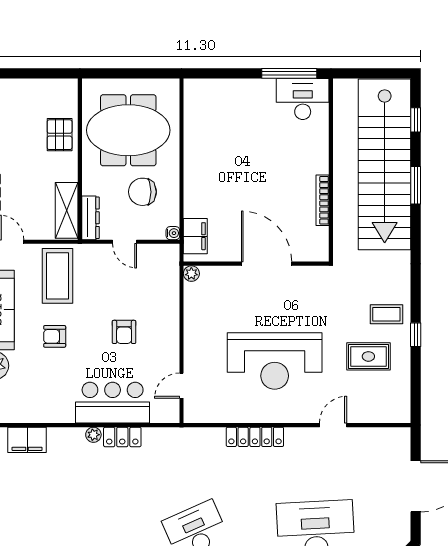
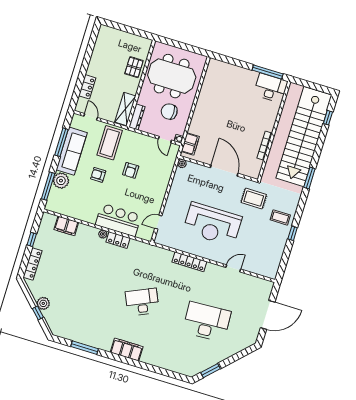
window: (416, 185) -> (309, 178), moved
door: (125, 242) -> (165, 140), moved
armchair: (124, 332) -> (131, 170), moved
rug: (368, 356) -> (254, 199), moved

